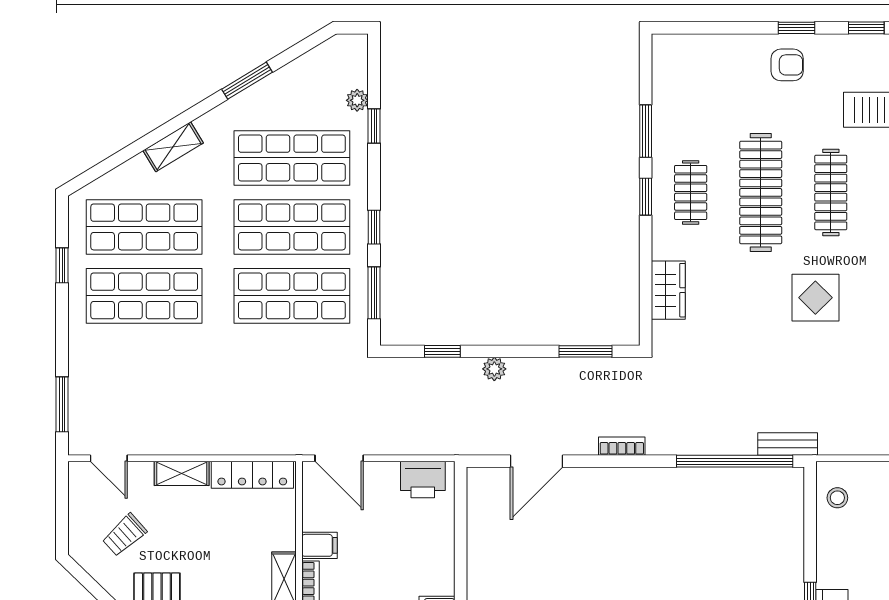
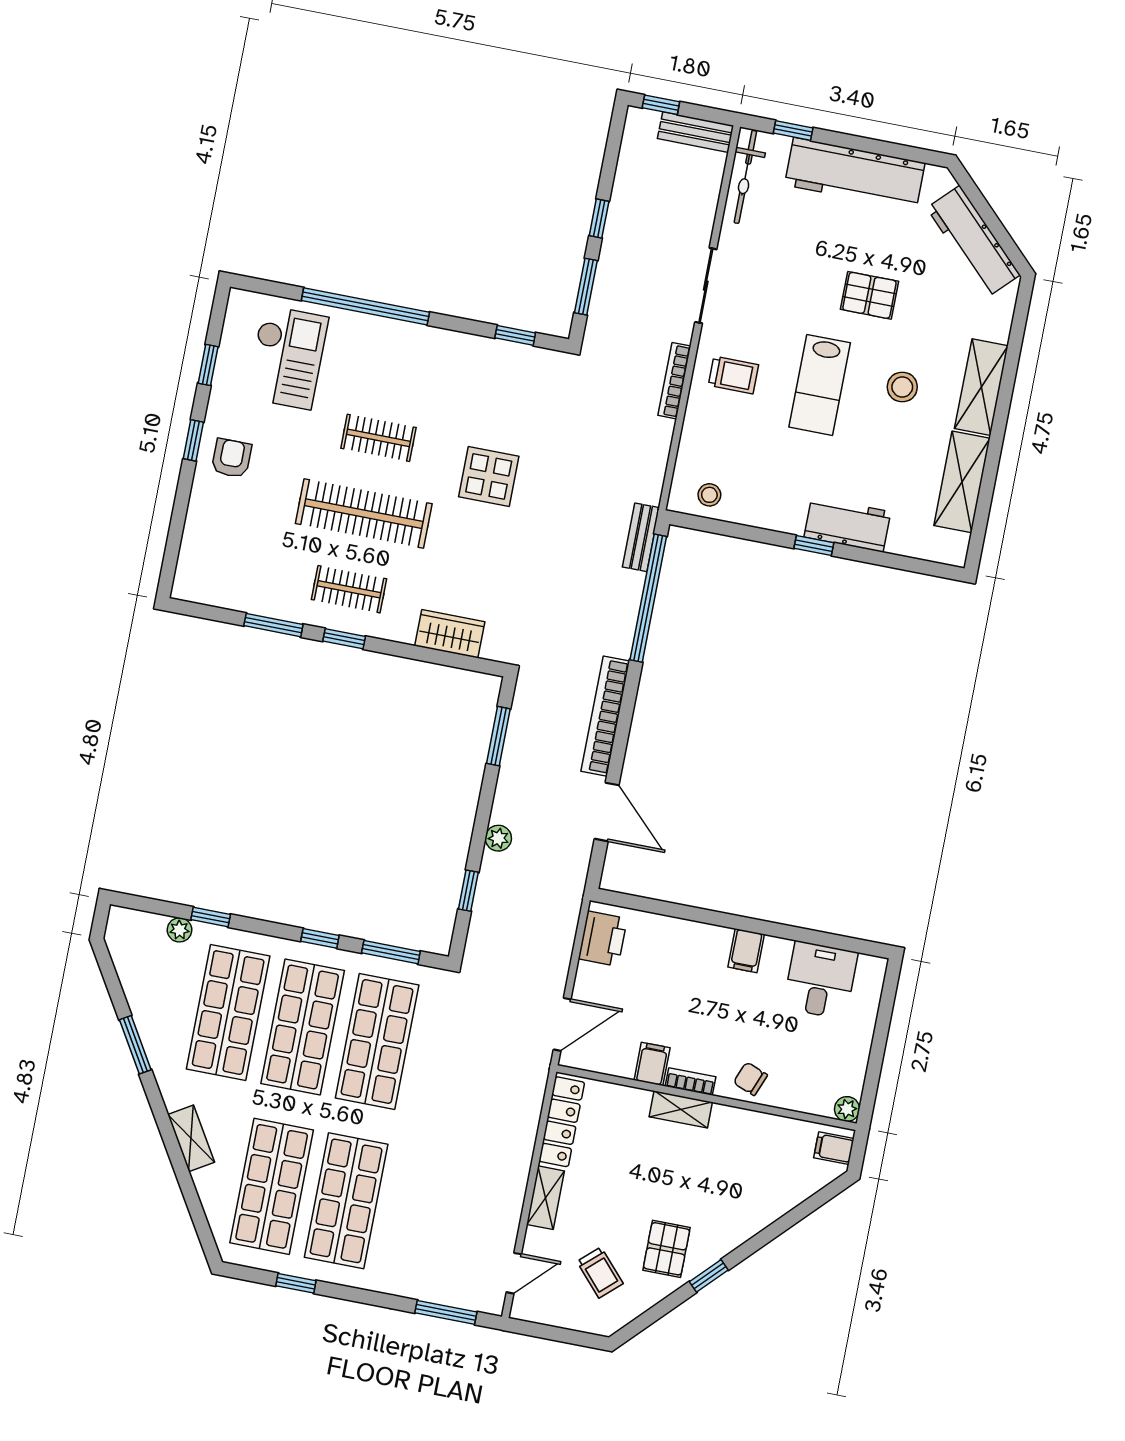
clothes rail: (831, 192) -> (378, 438), width x0.73
bookcase: (622, 446) -> (605, 716), width x2.31, depth x1.31

